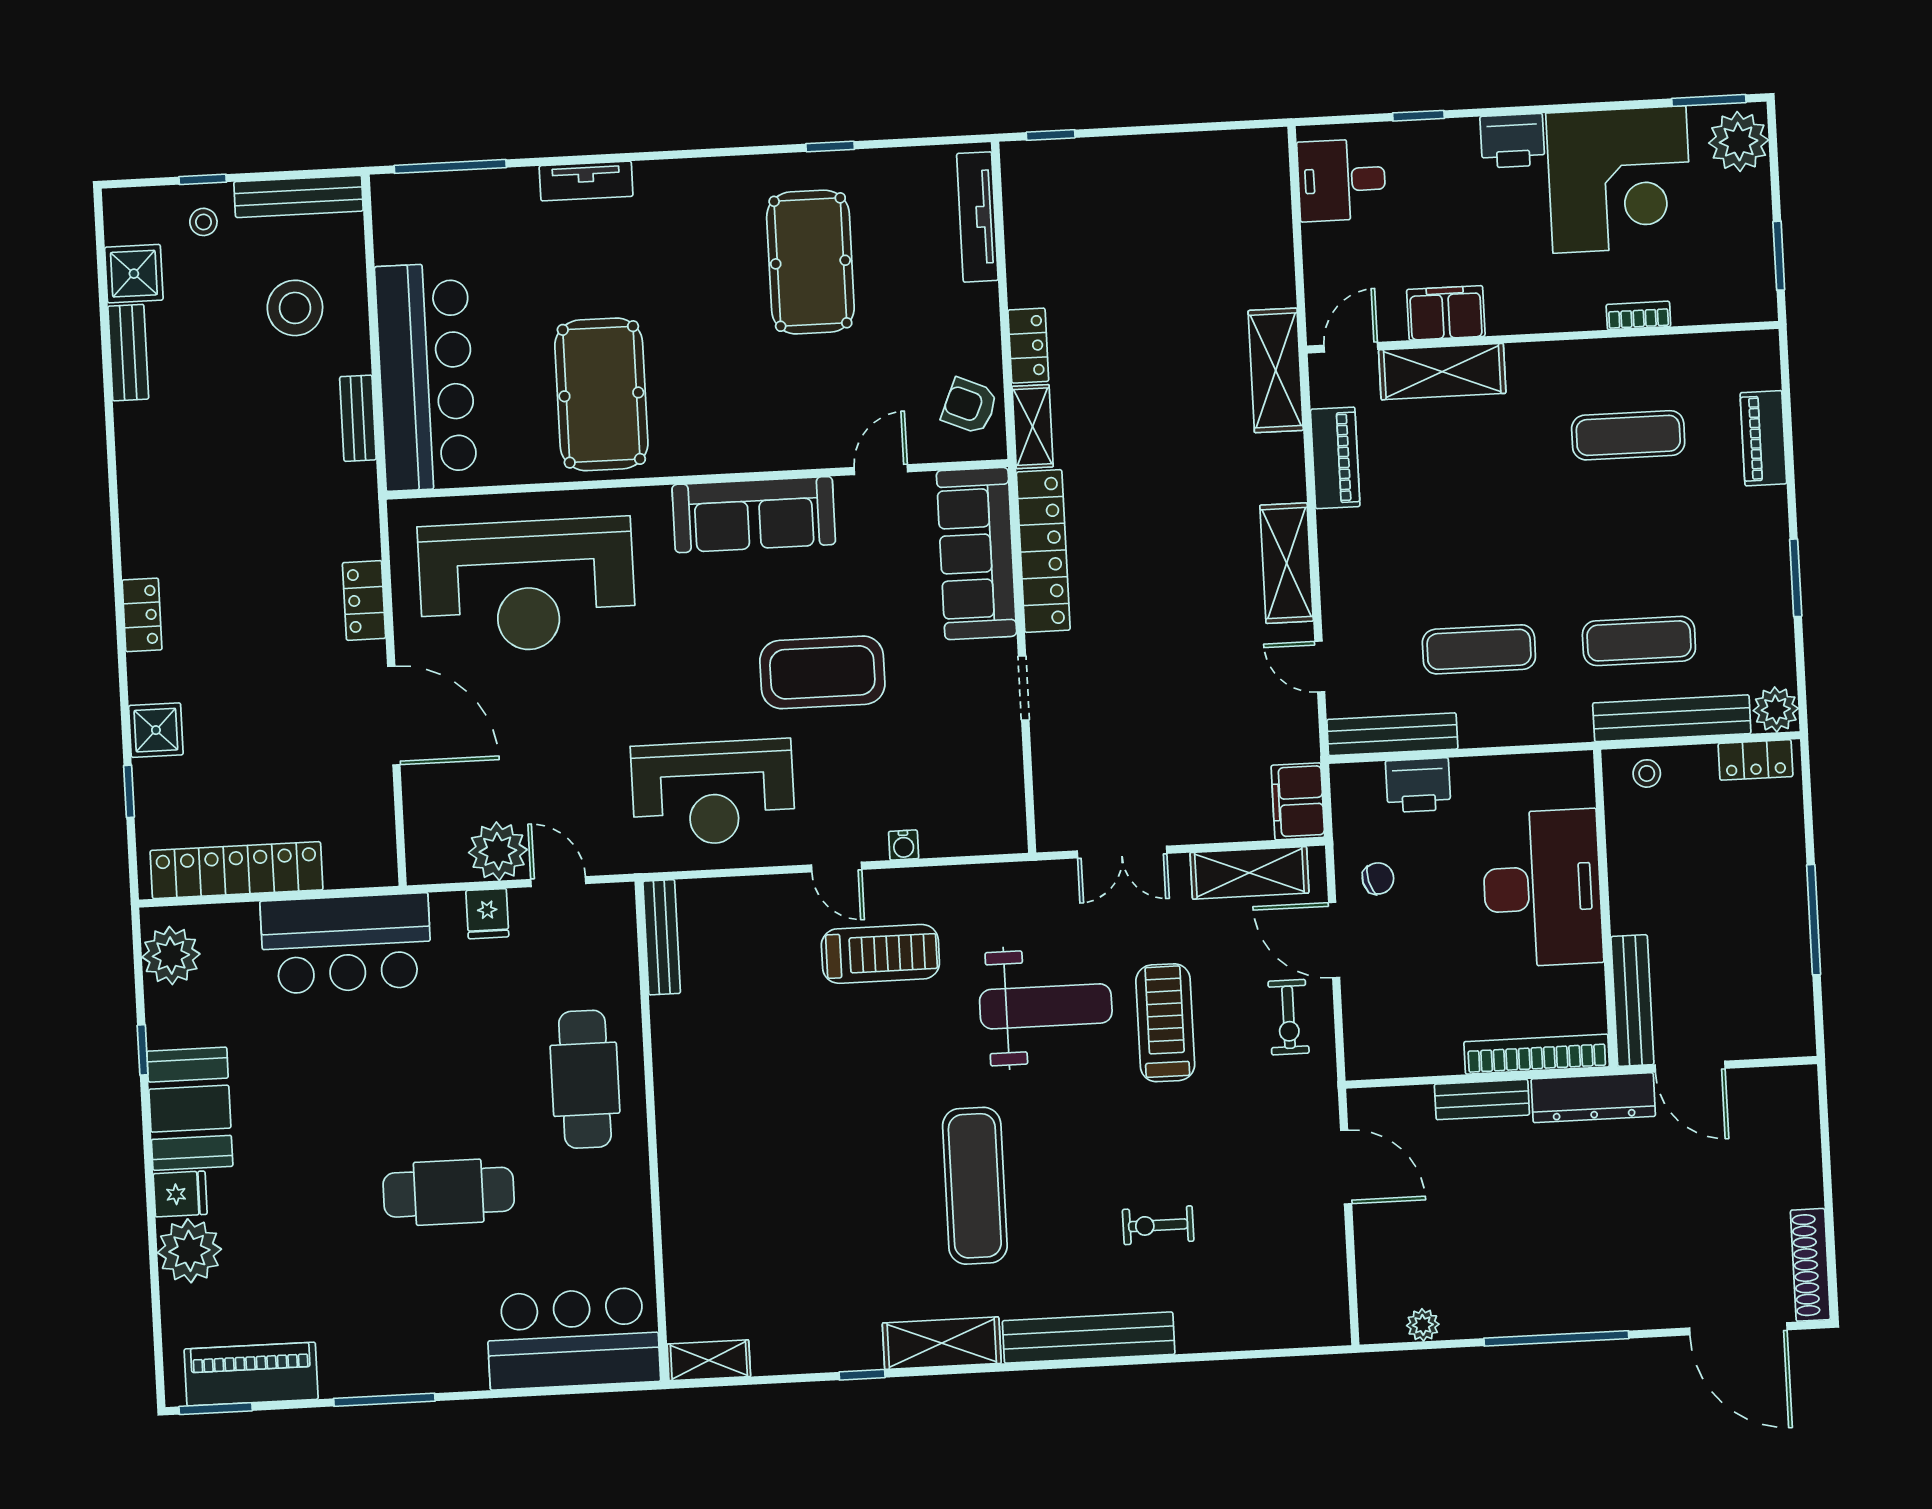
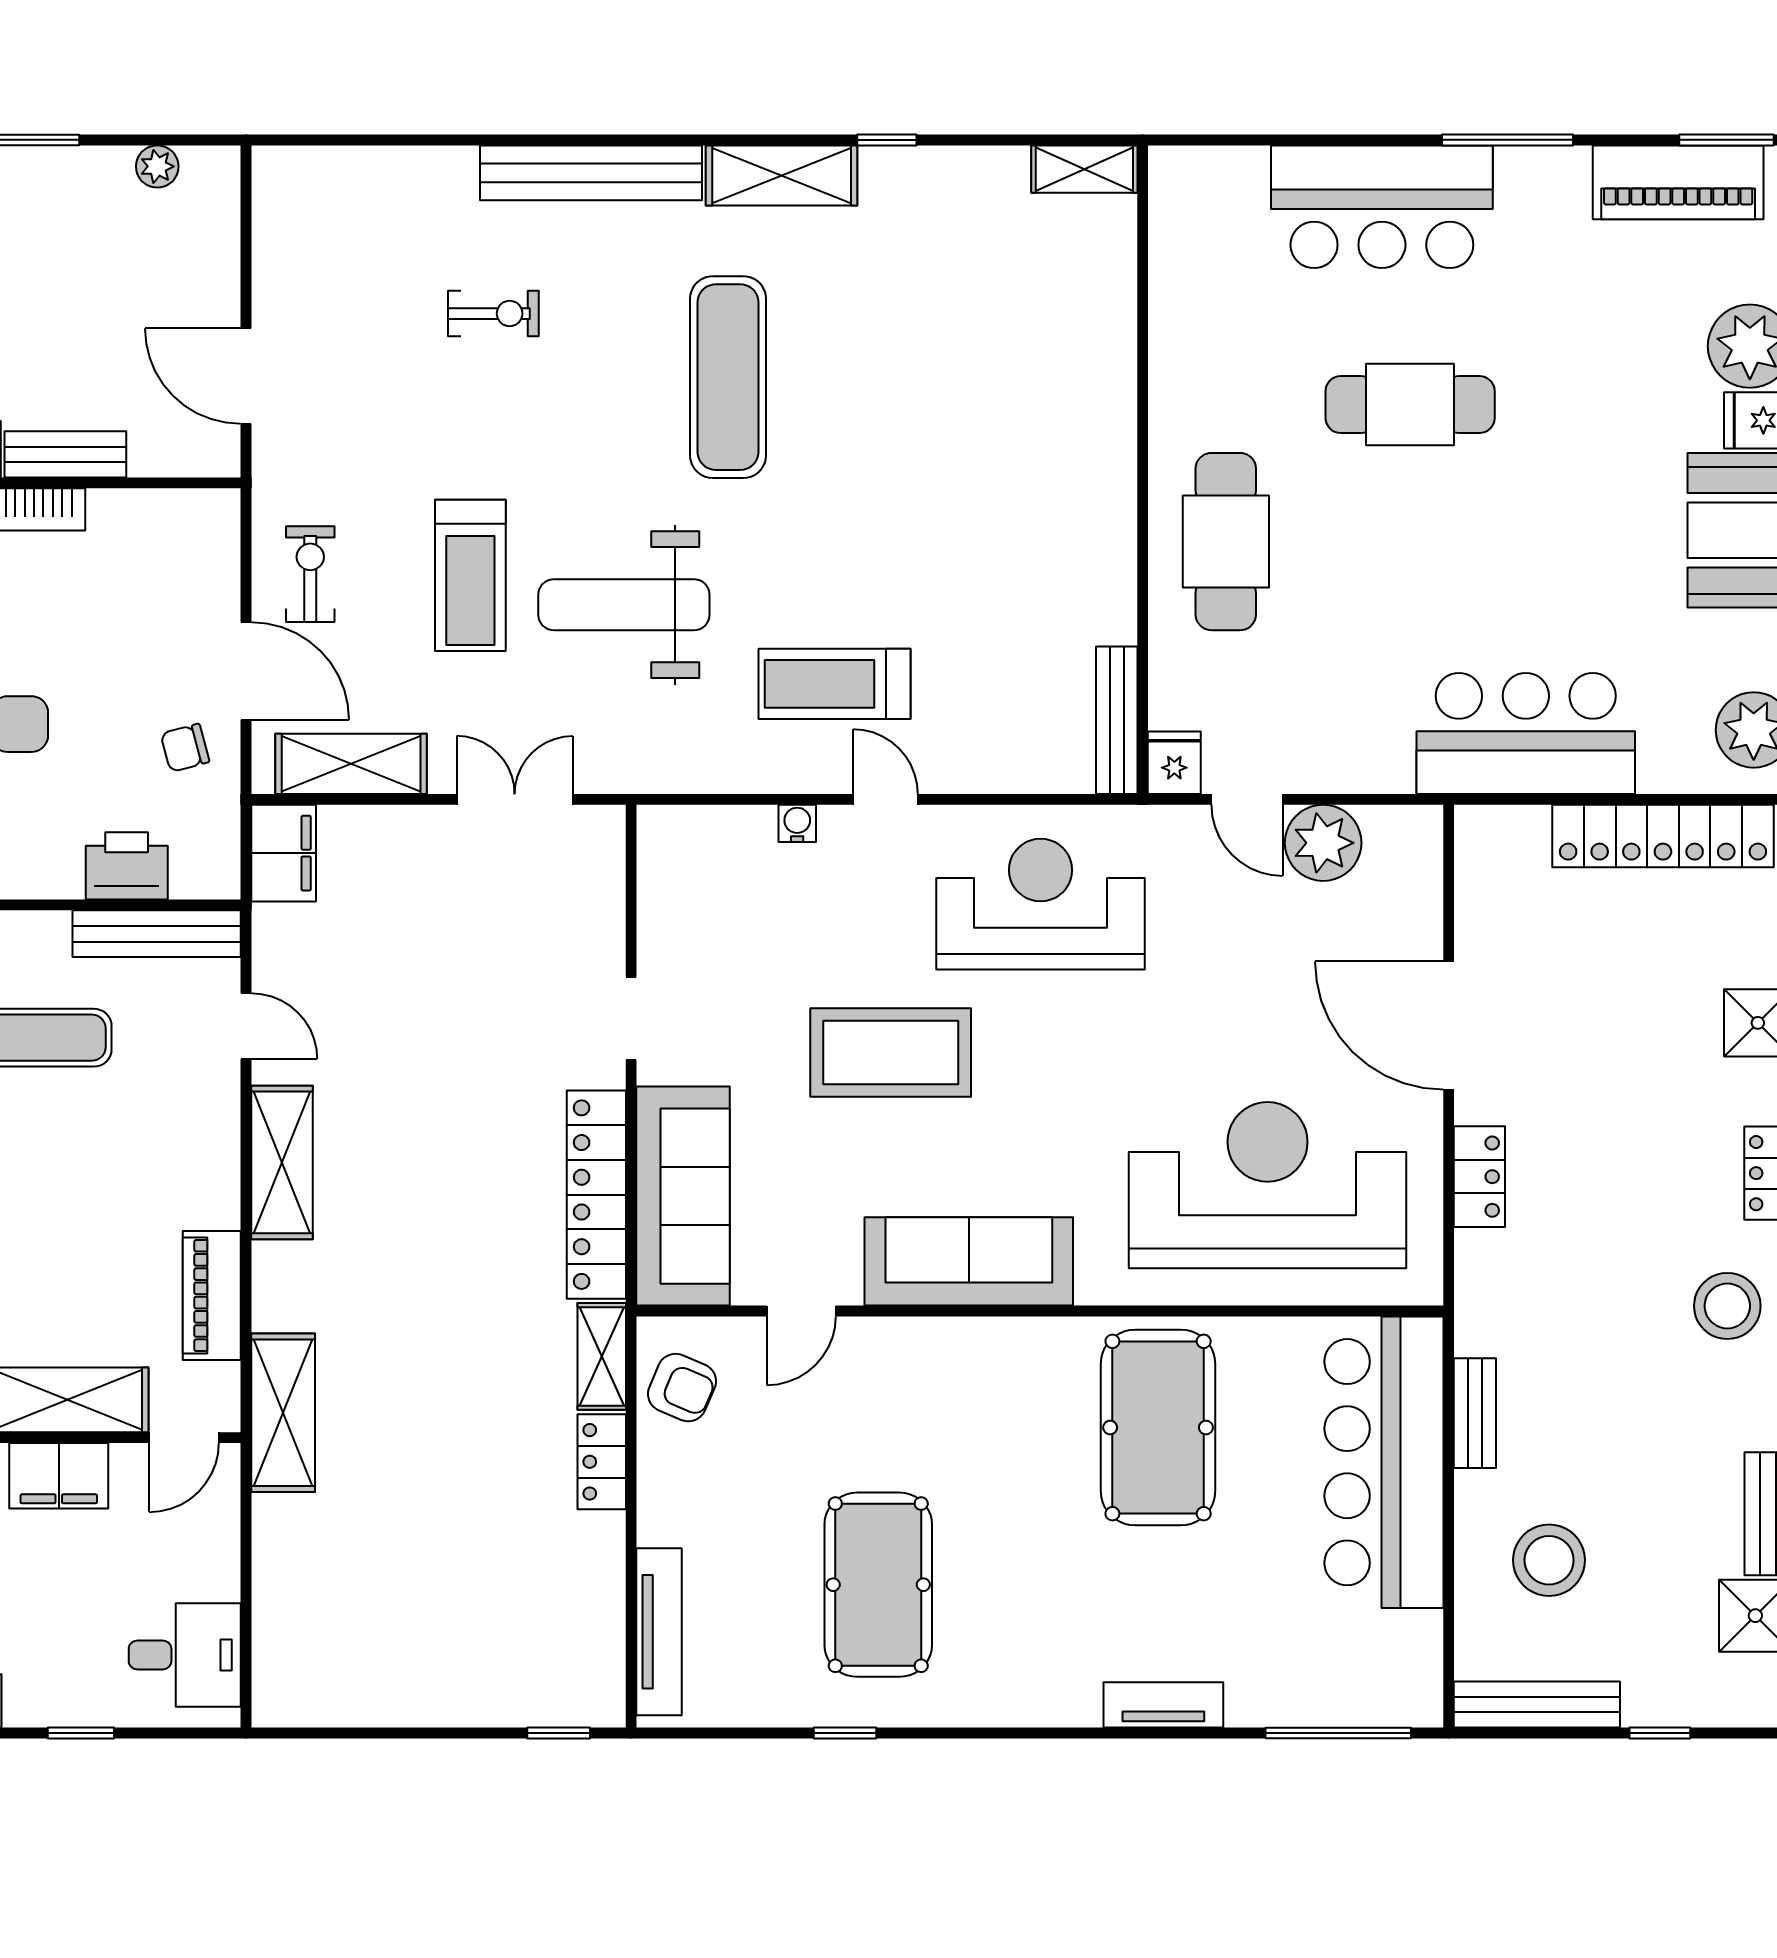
stool: (203, 222) -> (1727, 1306), moved, width x1.89, depth x1.89
fridge: (487, 914) -> (1174, 763), moved
bar counter: (573, 1338) -> (1382, 207), moved

